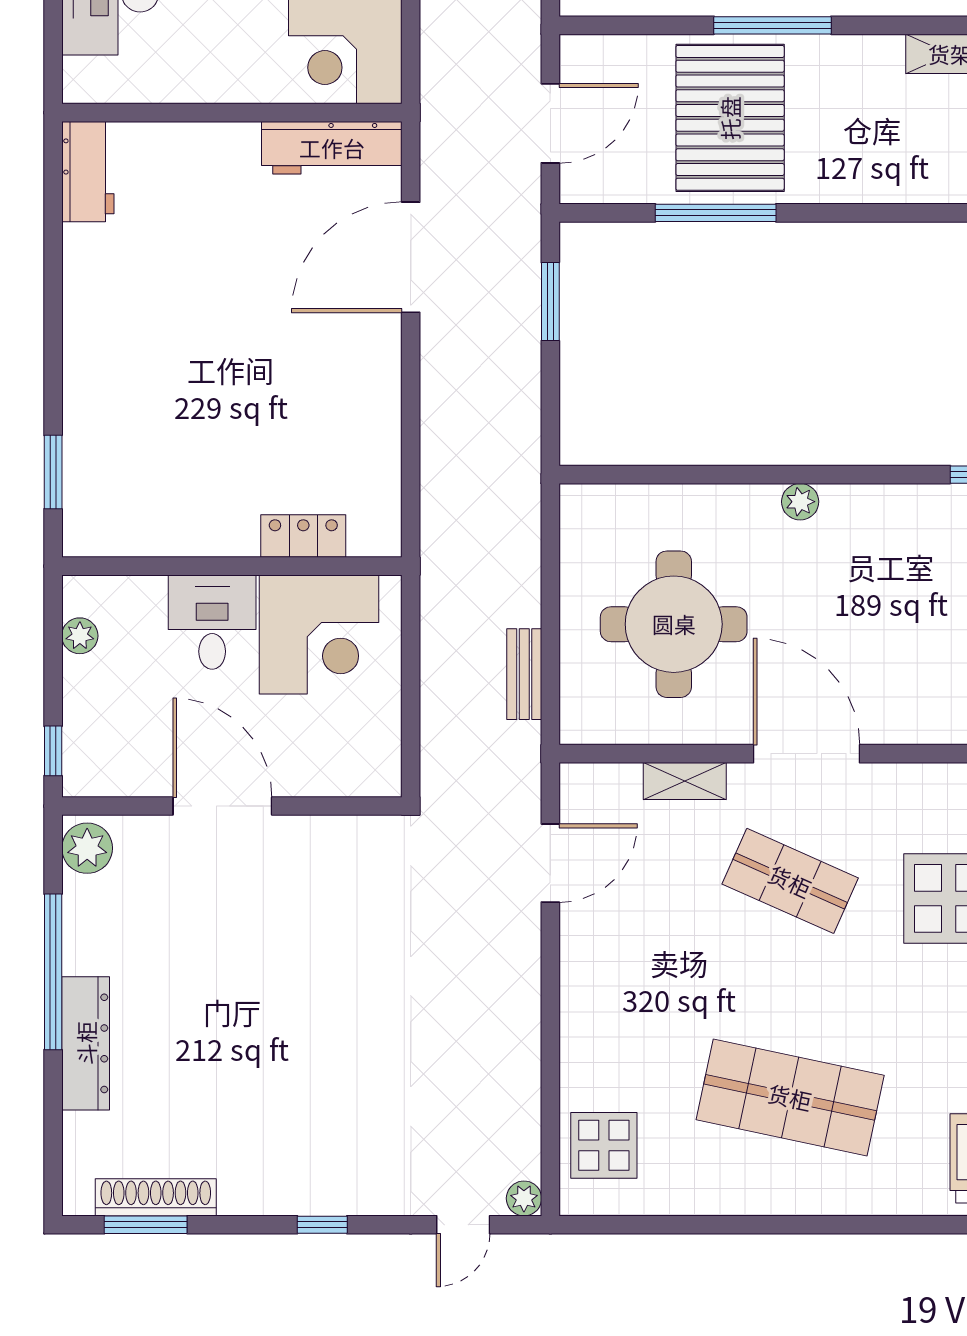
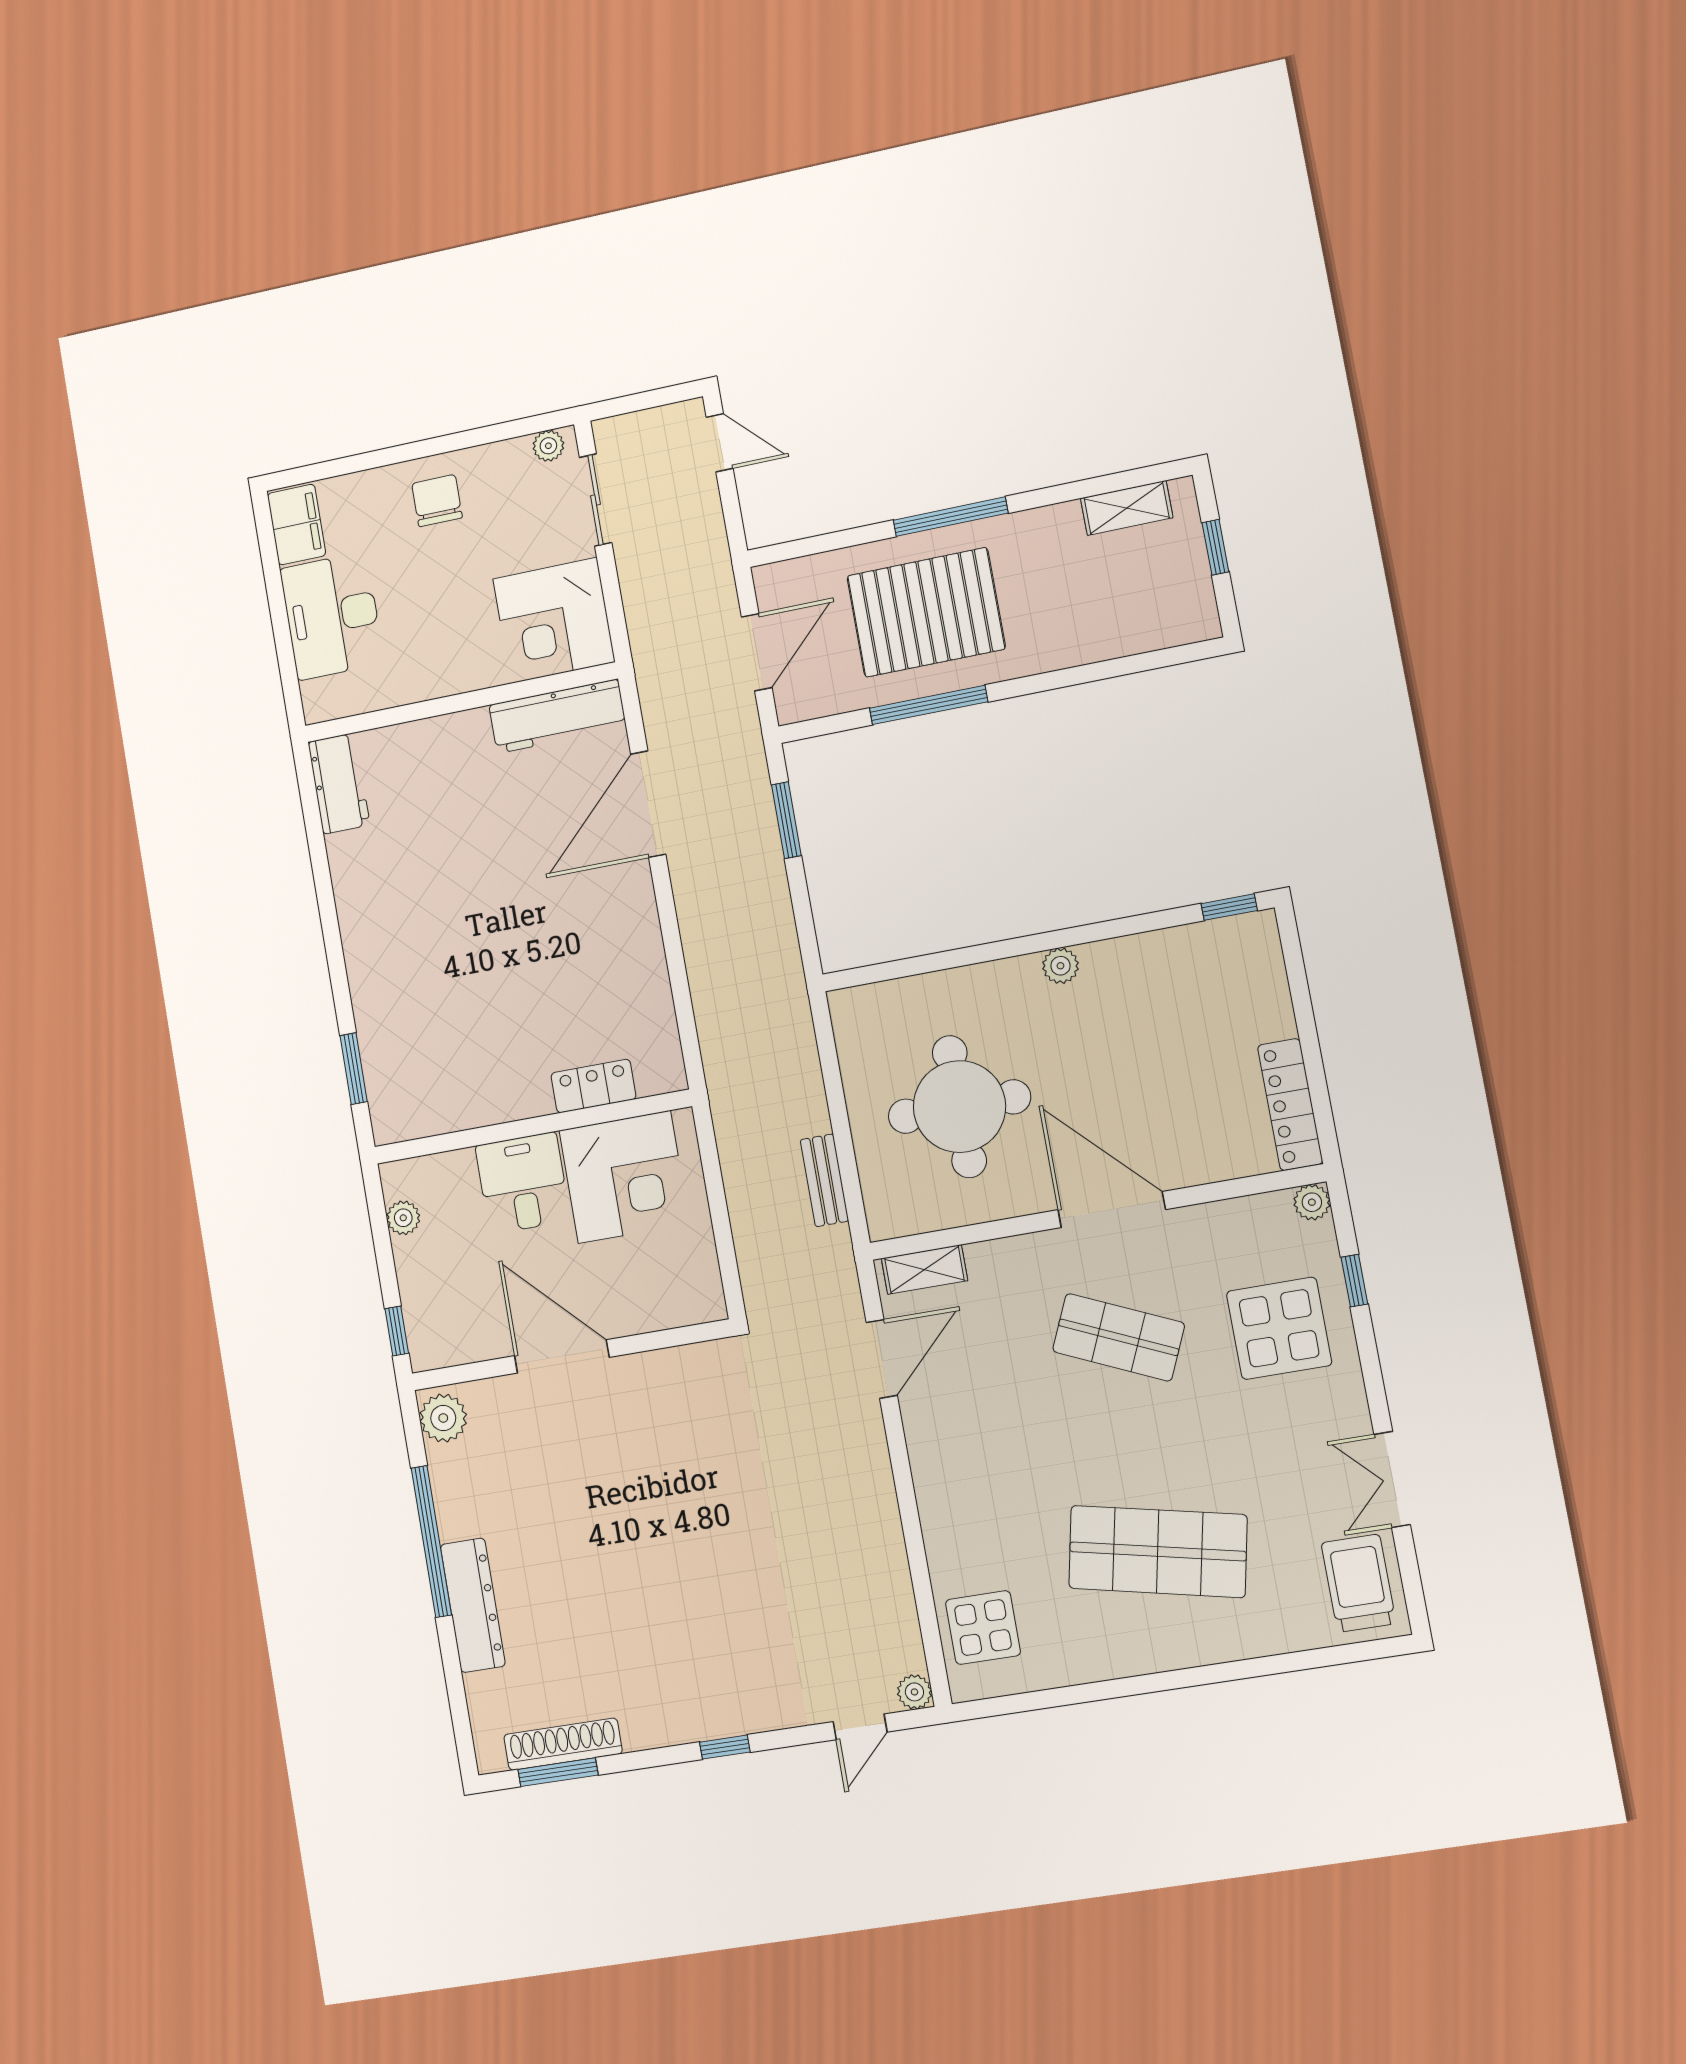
pallet: (730, 118) -> (926, 612), turned 90
shelving: (685, 781) -> (924, 1269), moved

